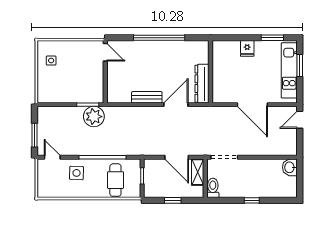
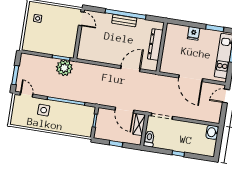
dresser: (202, 84) -> (155, 45), moved
bench: (147, 97) -> (124, 21), moved
cafe table: (115, 180) -> (73, 121), removed

